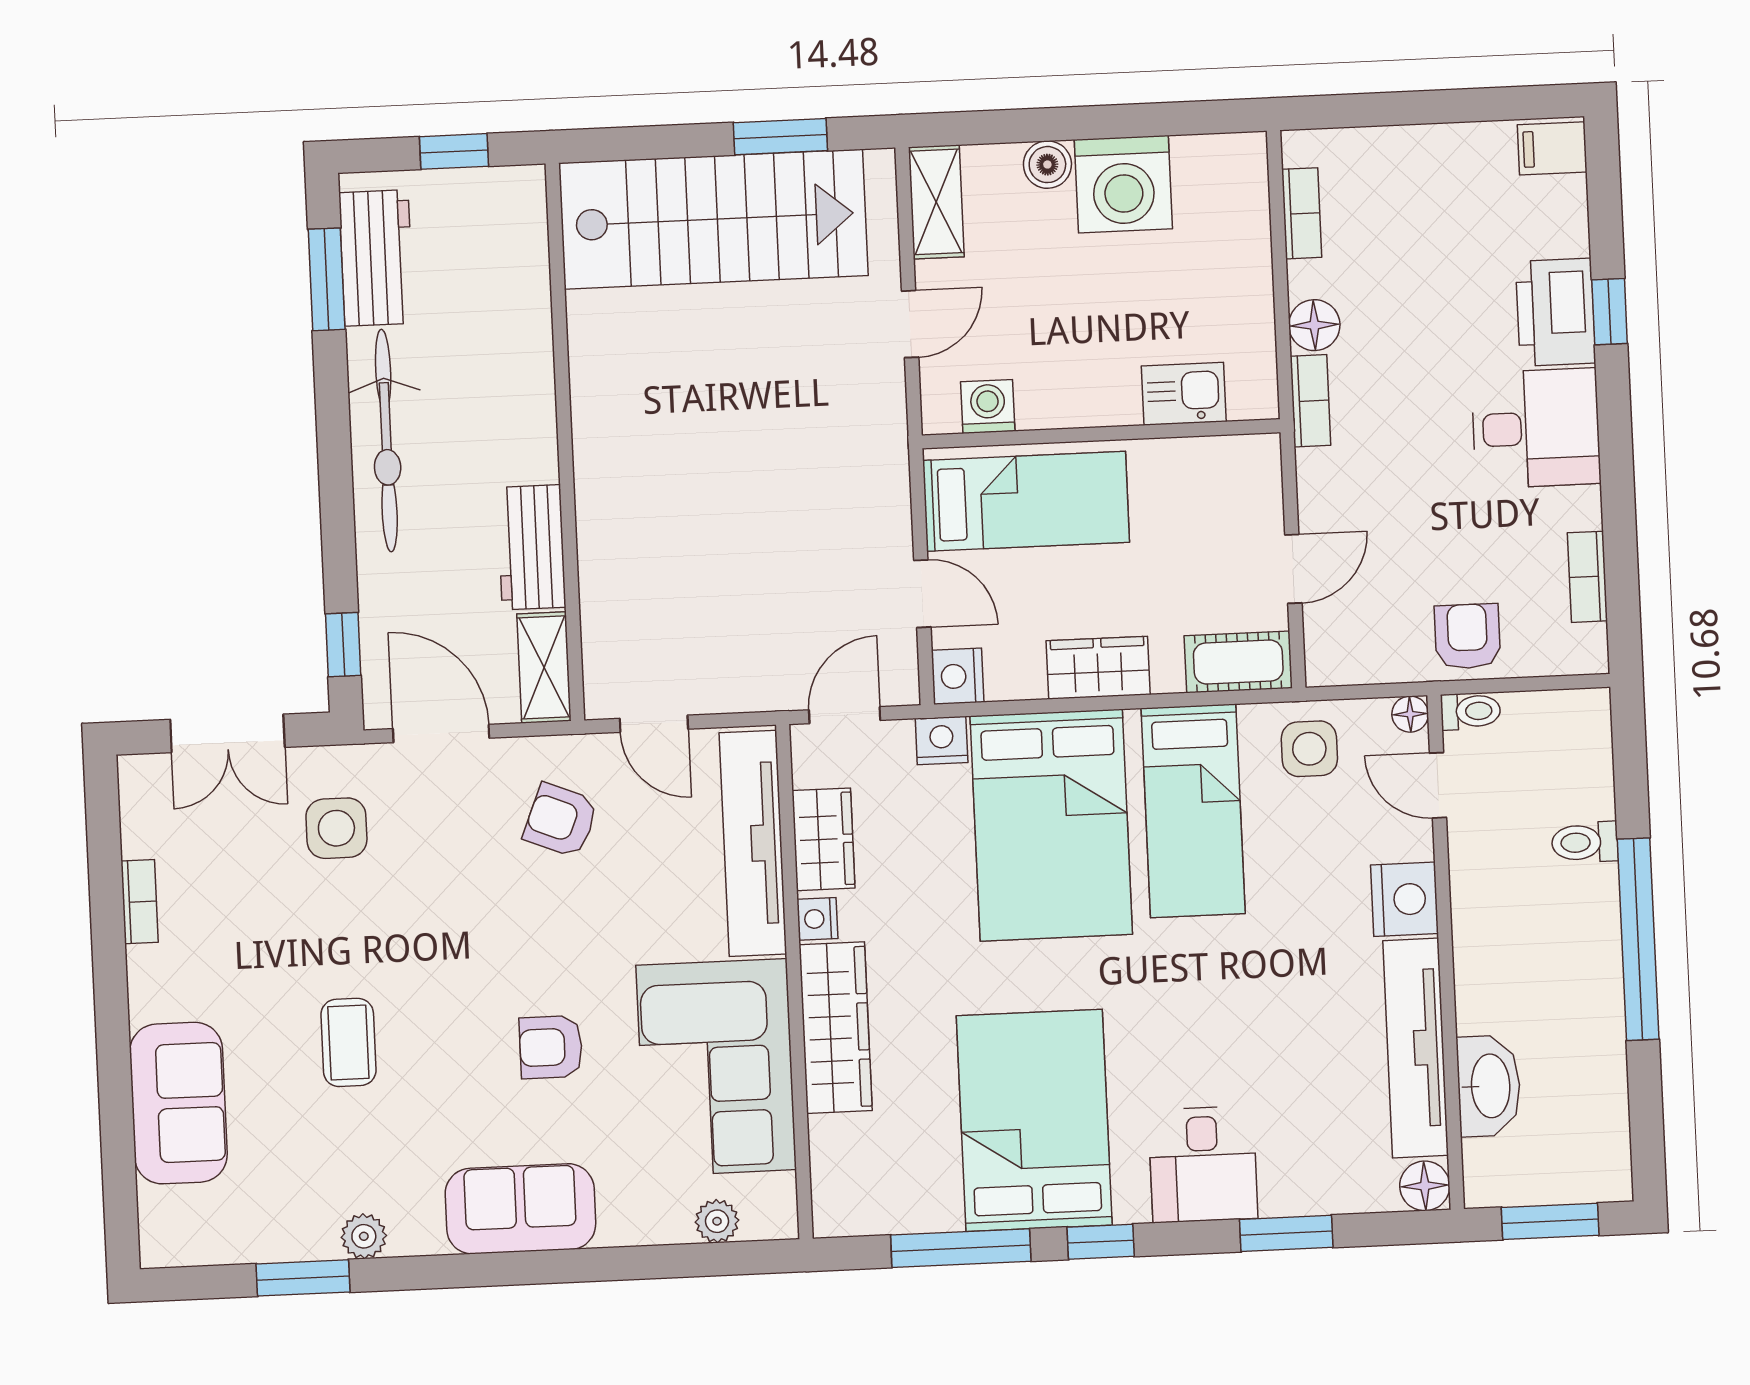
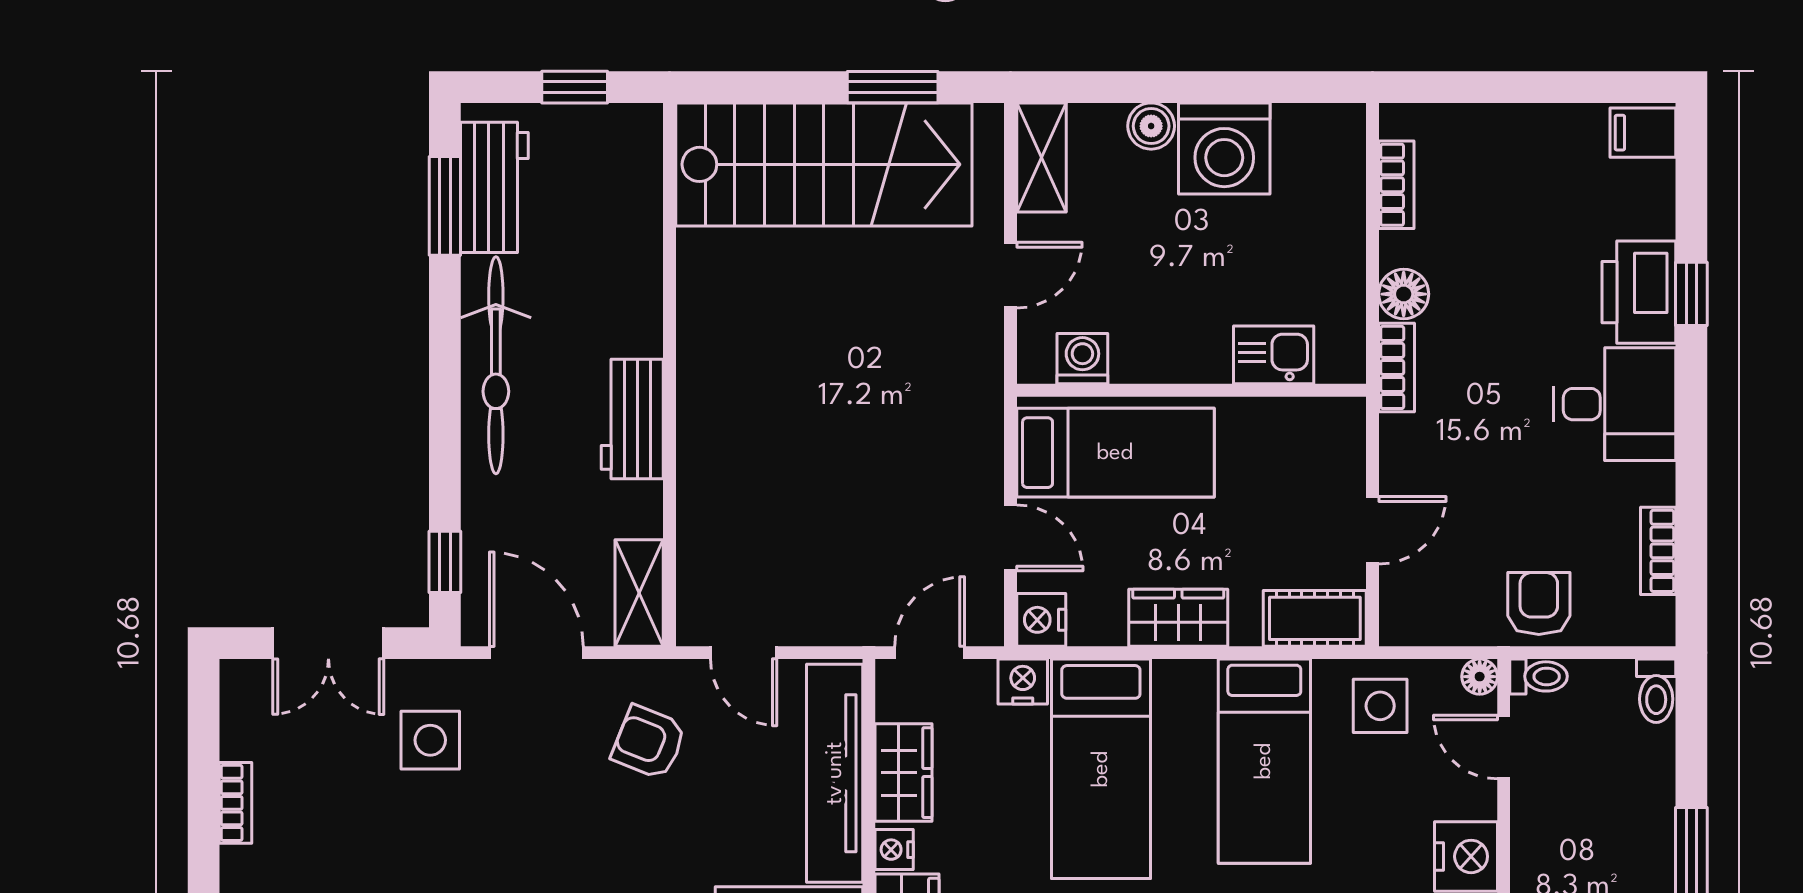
workbench: (531, 547) -> (632, 419), moved
bed: (1051, 825) -> (1101, 769), width x0.67
toilet: (1585, 842) -> (1656, 691), moved, turned -90

